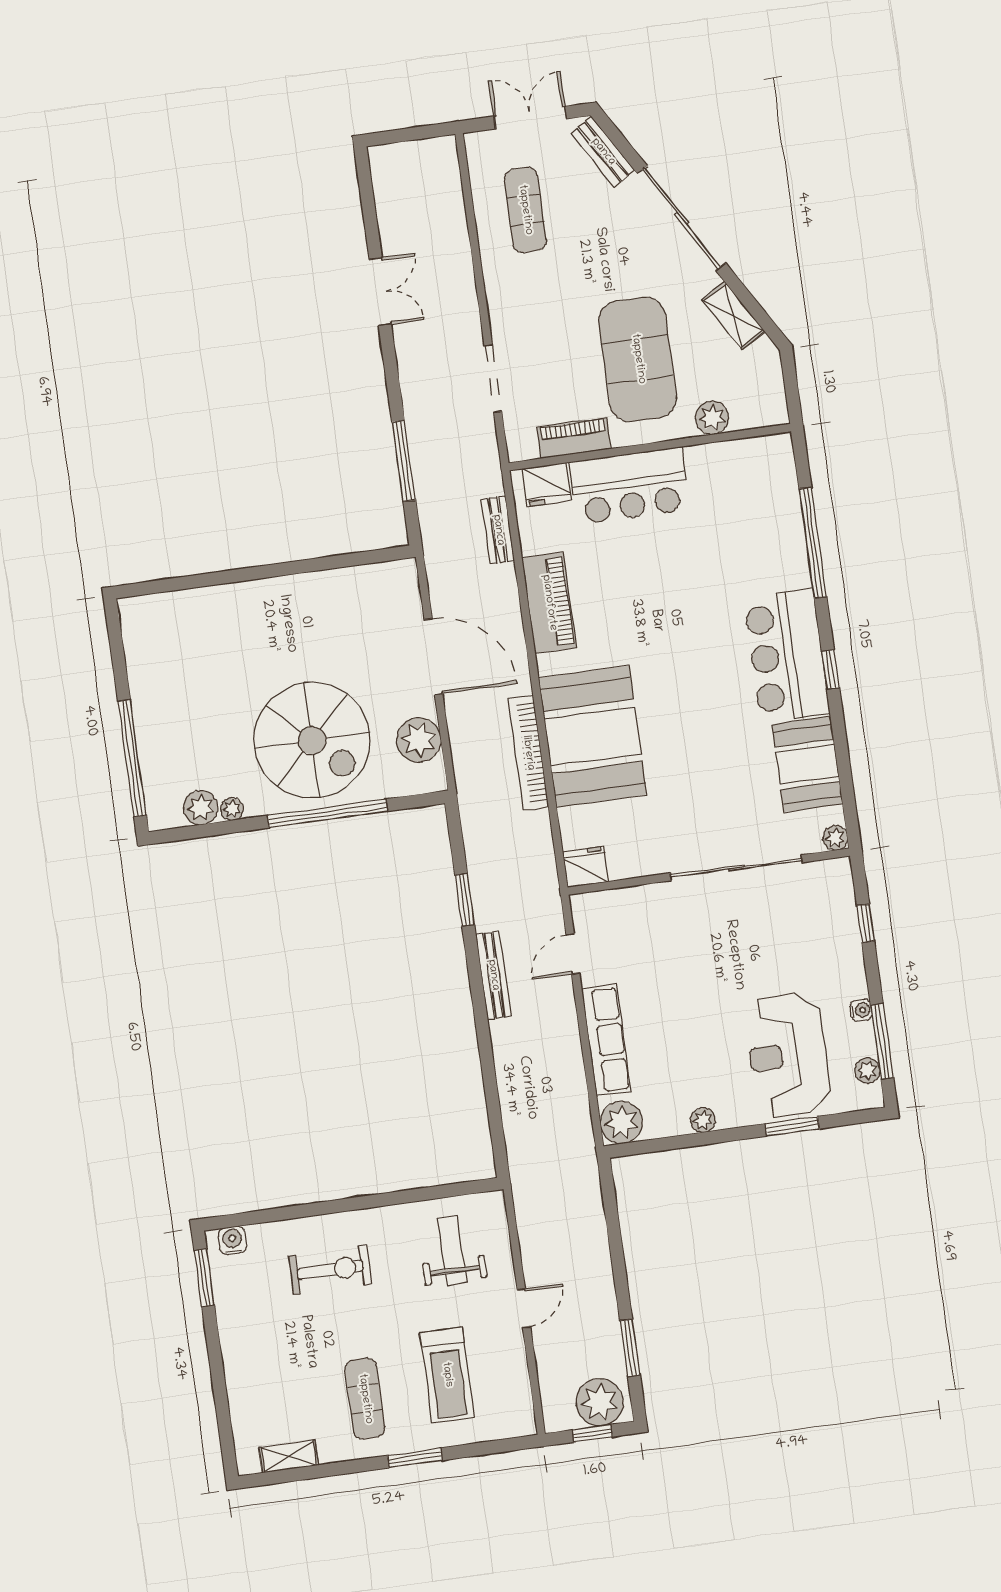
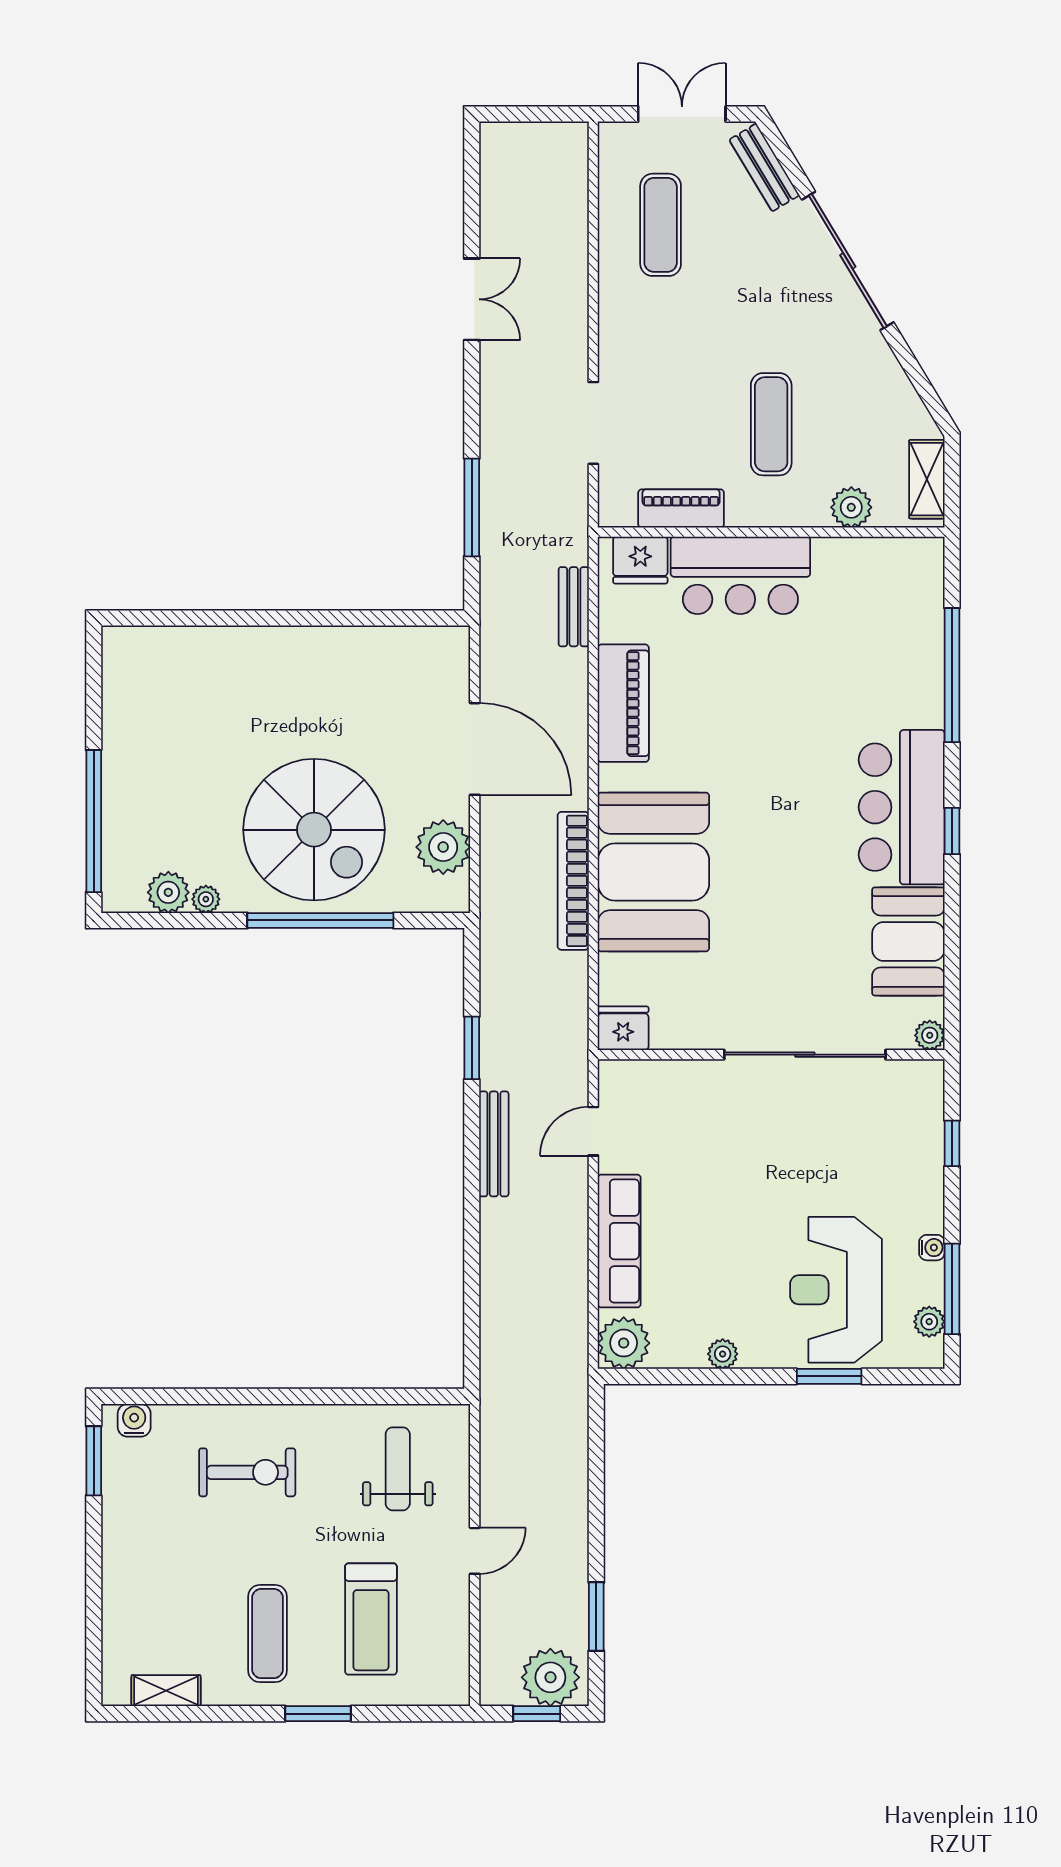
shelving: (733, 315) -> (927, 479), moved, turned 31
exercise mat: (638, 359) -> (771, 424), width x0.50, depth x0.69

